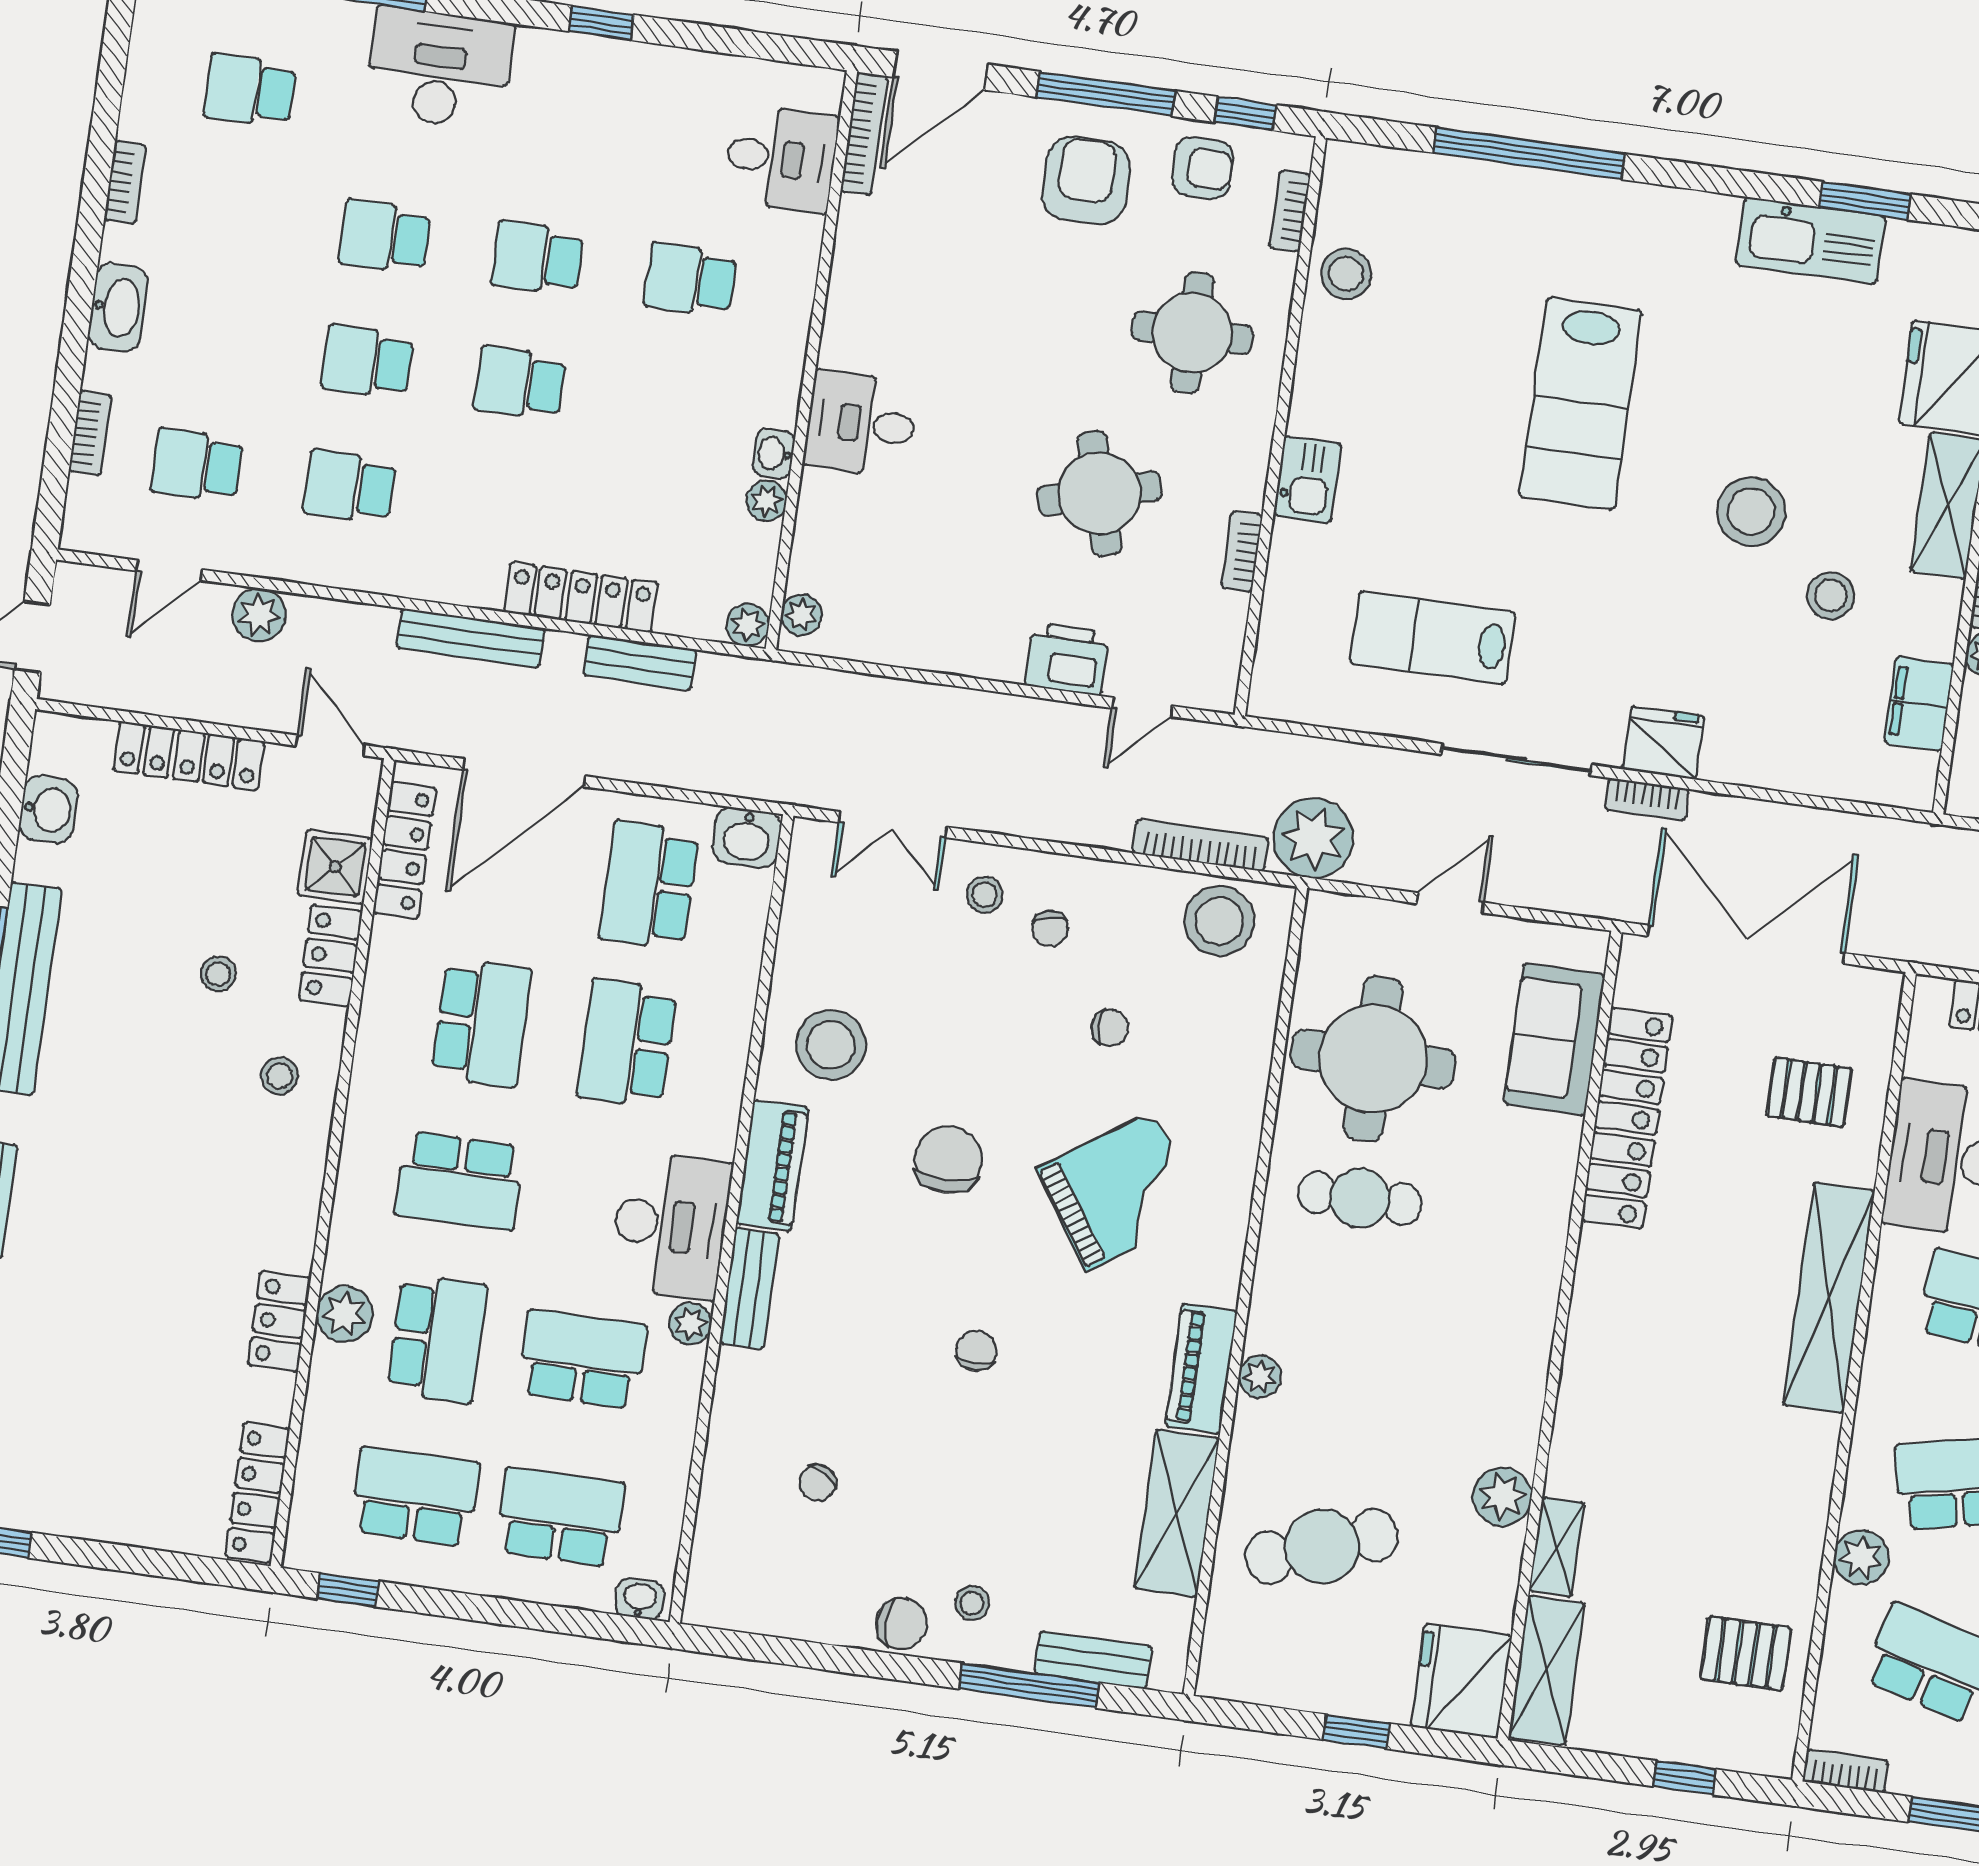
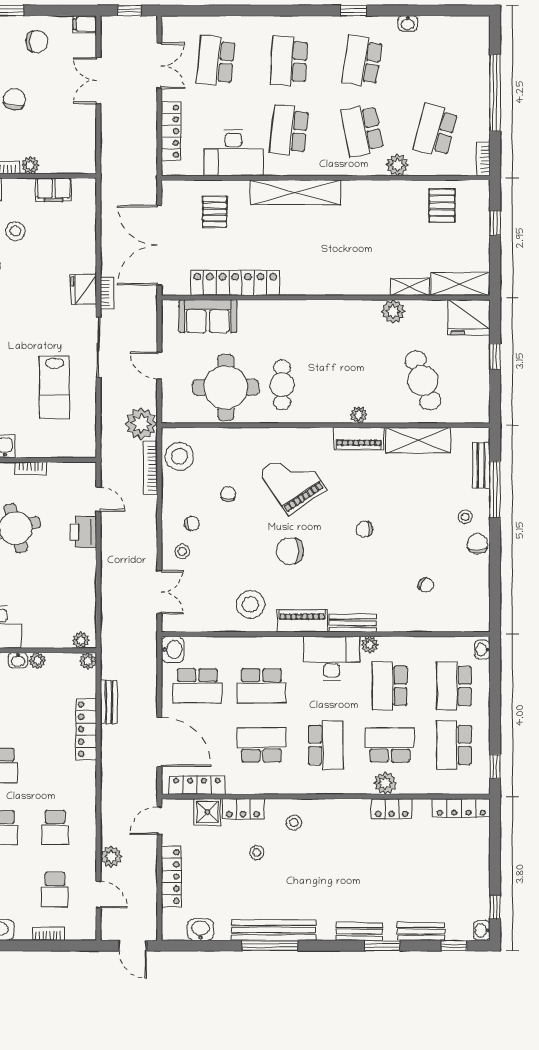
bench: (470, 638) -> (109, 771), removed

